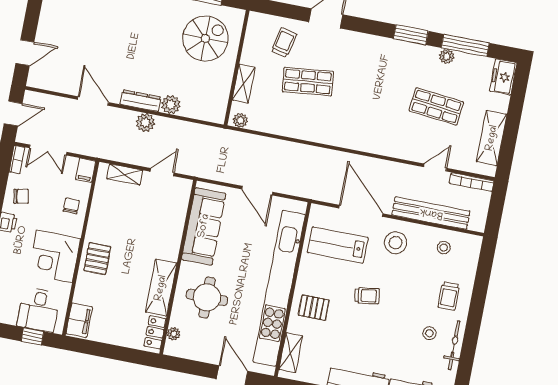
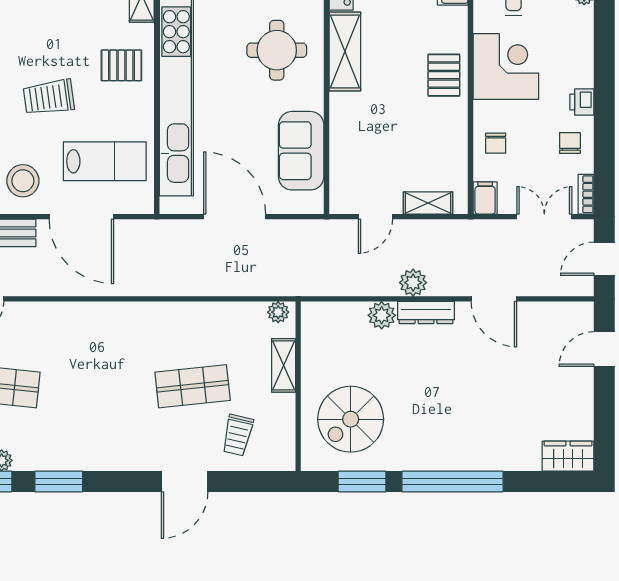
door: (257, 191) -> (235, 217), width x1.36
chair: (21, 196) -> (570, 143), turned 101
sofa: (204, 226) -> (301, 151), width x0.73
trolley: (367, 296) -> (49, 97), width x1.36, depth x1.39

